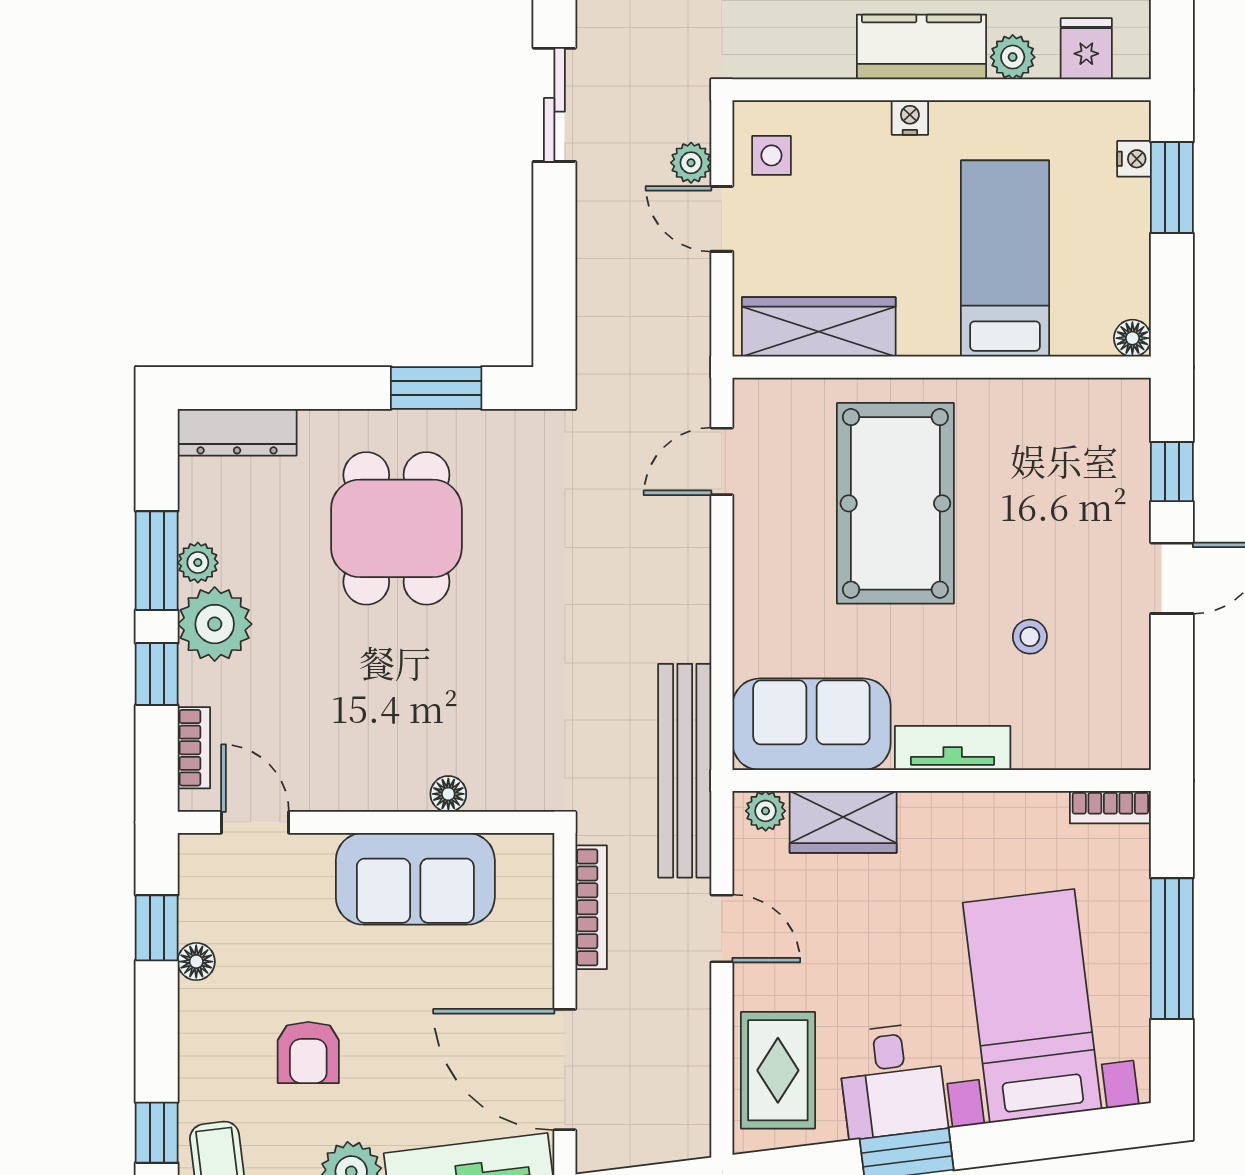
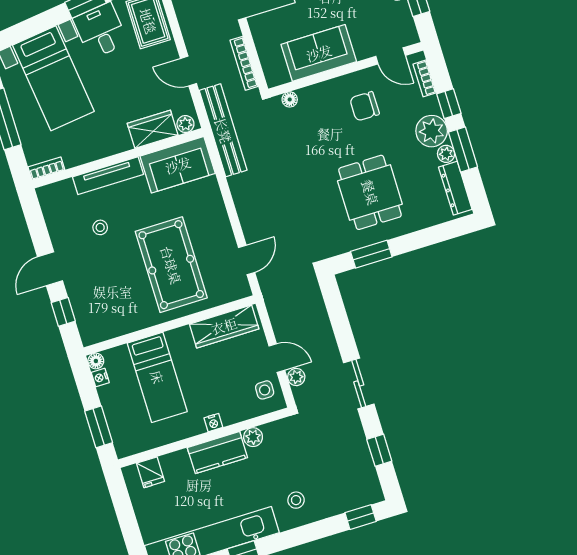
plant: (1013, 57) -> (253, 437), moved
nightstand: (1134, 159) -> (100, 378), moved
dresser: (237, 432) -> (455, 188), moved, turned -90
chair: (349, 727) -> (365, 106), added
tv unit: (953, 748) -> (108, 176), width x1.41
floor lamp: (448, 794) -> (290, 99), moved

